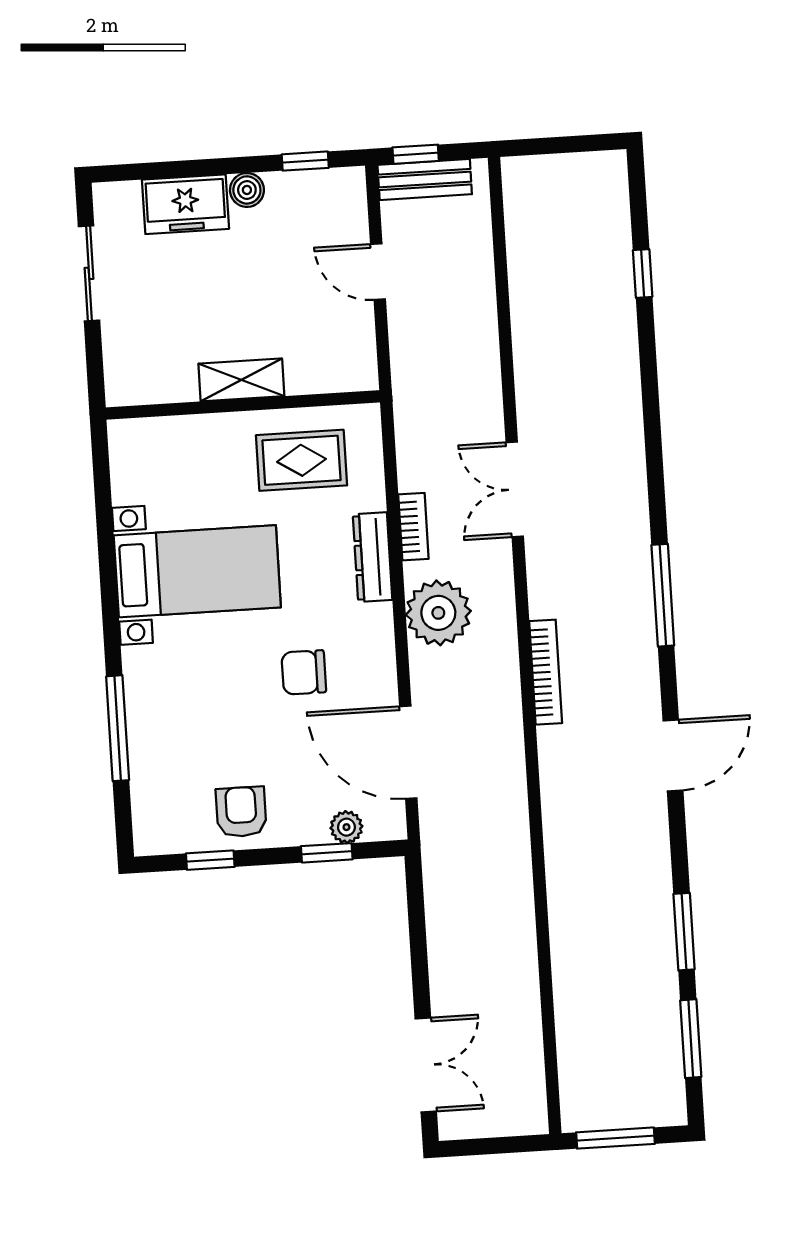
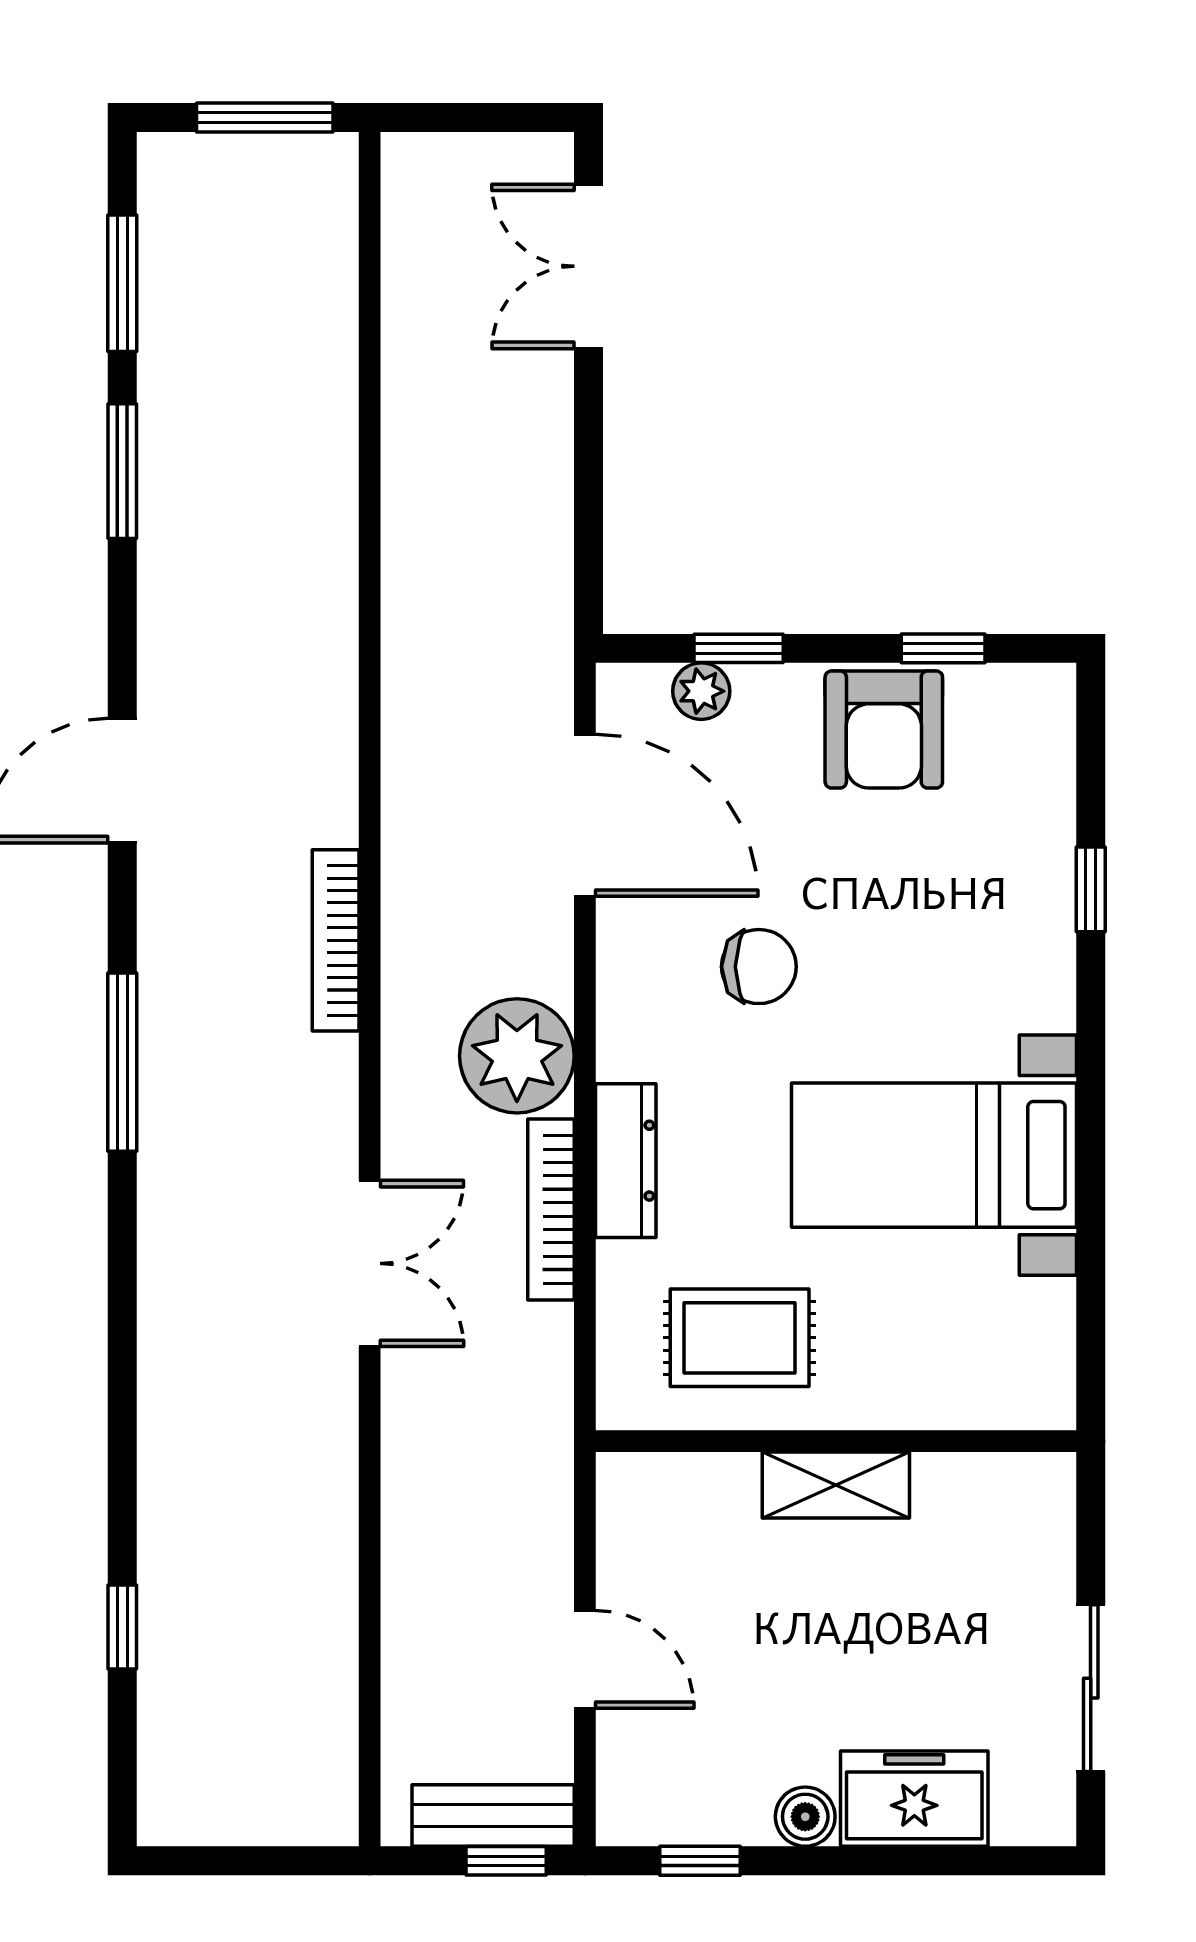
bookcase: (413, 527) -> (551, 1209), width x1.56
window: (118, 728) -> (1091, 889), width x0.46
armchair: (241, 812) -> (884, 729), width x1.38, depth x1.38

